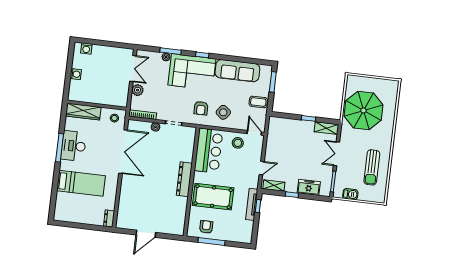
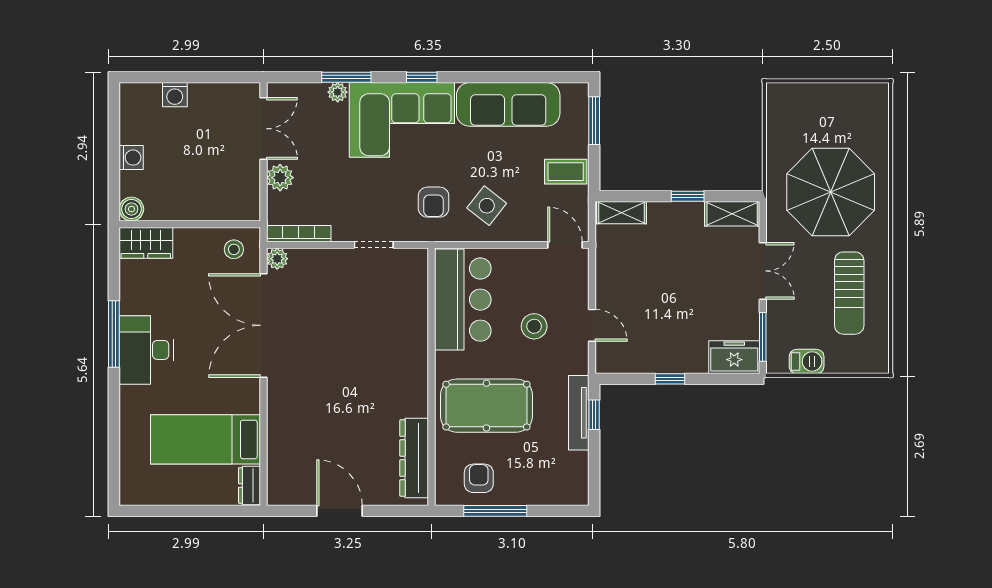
washing machine: (86, 49) -> (175, 95), moved
boiler: (73, 96) -> (131, 209), added
parasol: (363, 110) -> (831, 192), moved
wardrobe: (83, 112) -> (146, 243), width x0.67
plant: (156, 127) -> (277, 259), moved
stool: (238, 143) -> (534, 326), moved
desk: (74, 146) -> (146, 350), moved
double door: (123, 152) -> (263, 325), swing flipped
double door: (336, 154) -> (763, 271), swing flipped
door: (262, 168) -> (592, 325), hinge flipped
dresser: (184, 179) -> (414, 458), moved
bed: (81, 183) -> (206, 439), moved, turned 180
shelving: (274, 185) -> (621, 213), moved
freezer: (309, 187) -> (734, 357), moved
door: (146, 234) -> (340, 511), swing flipped

